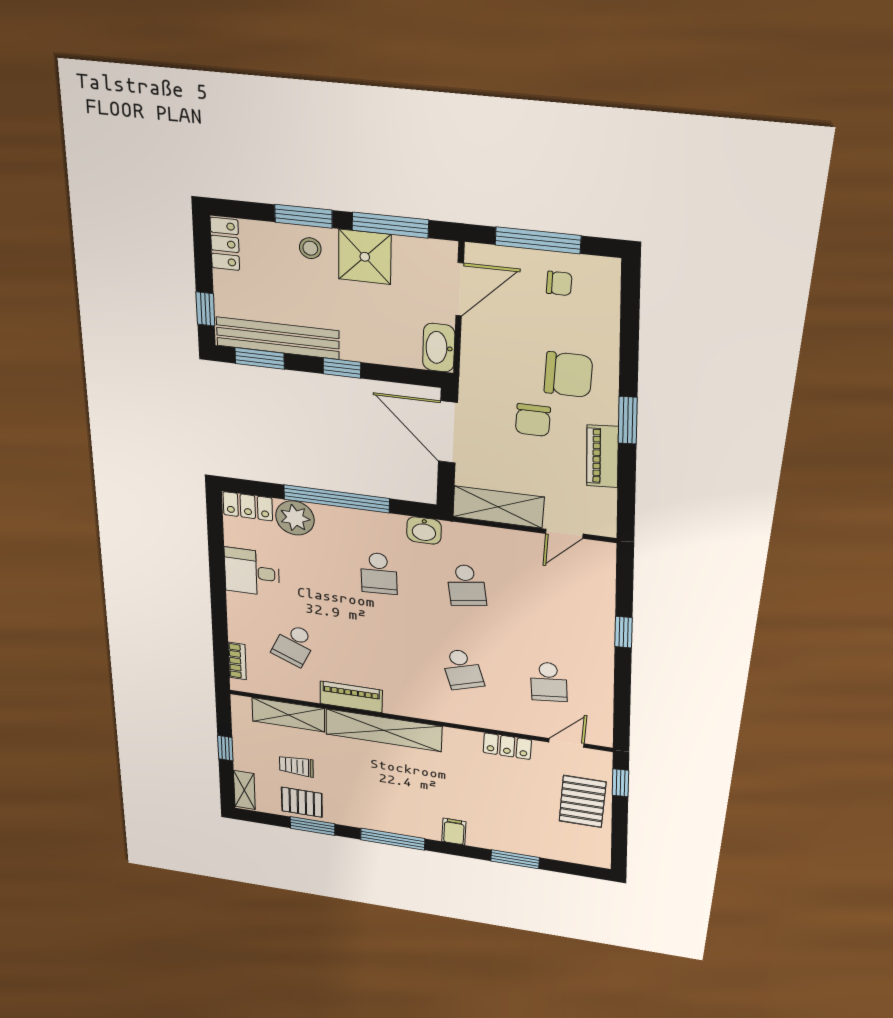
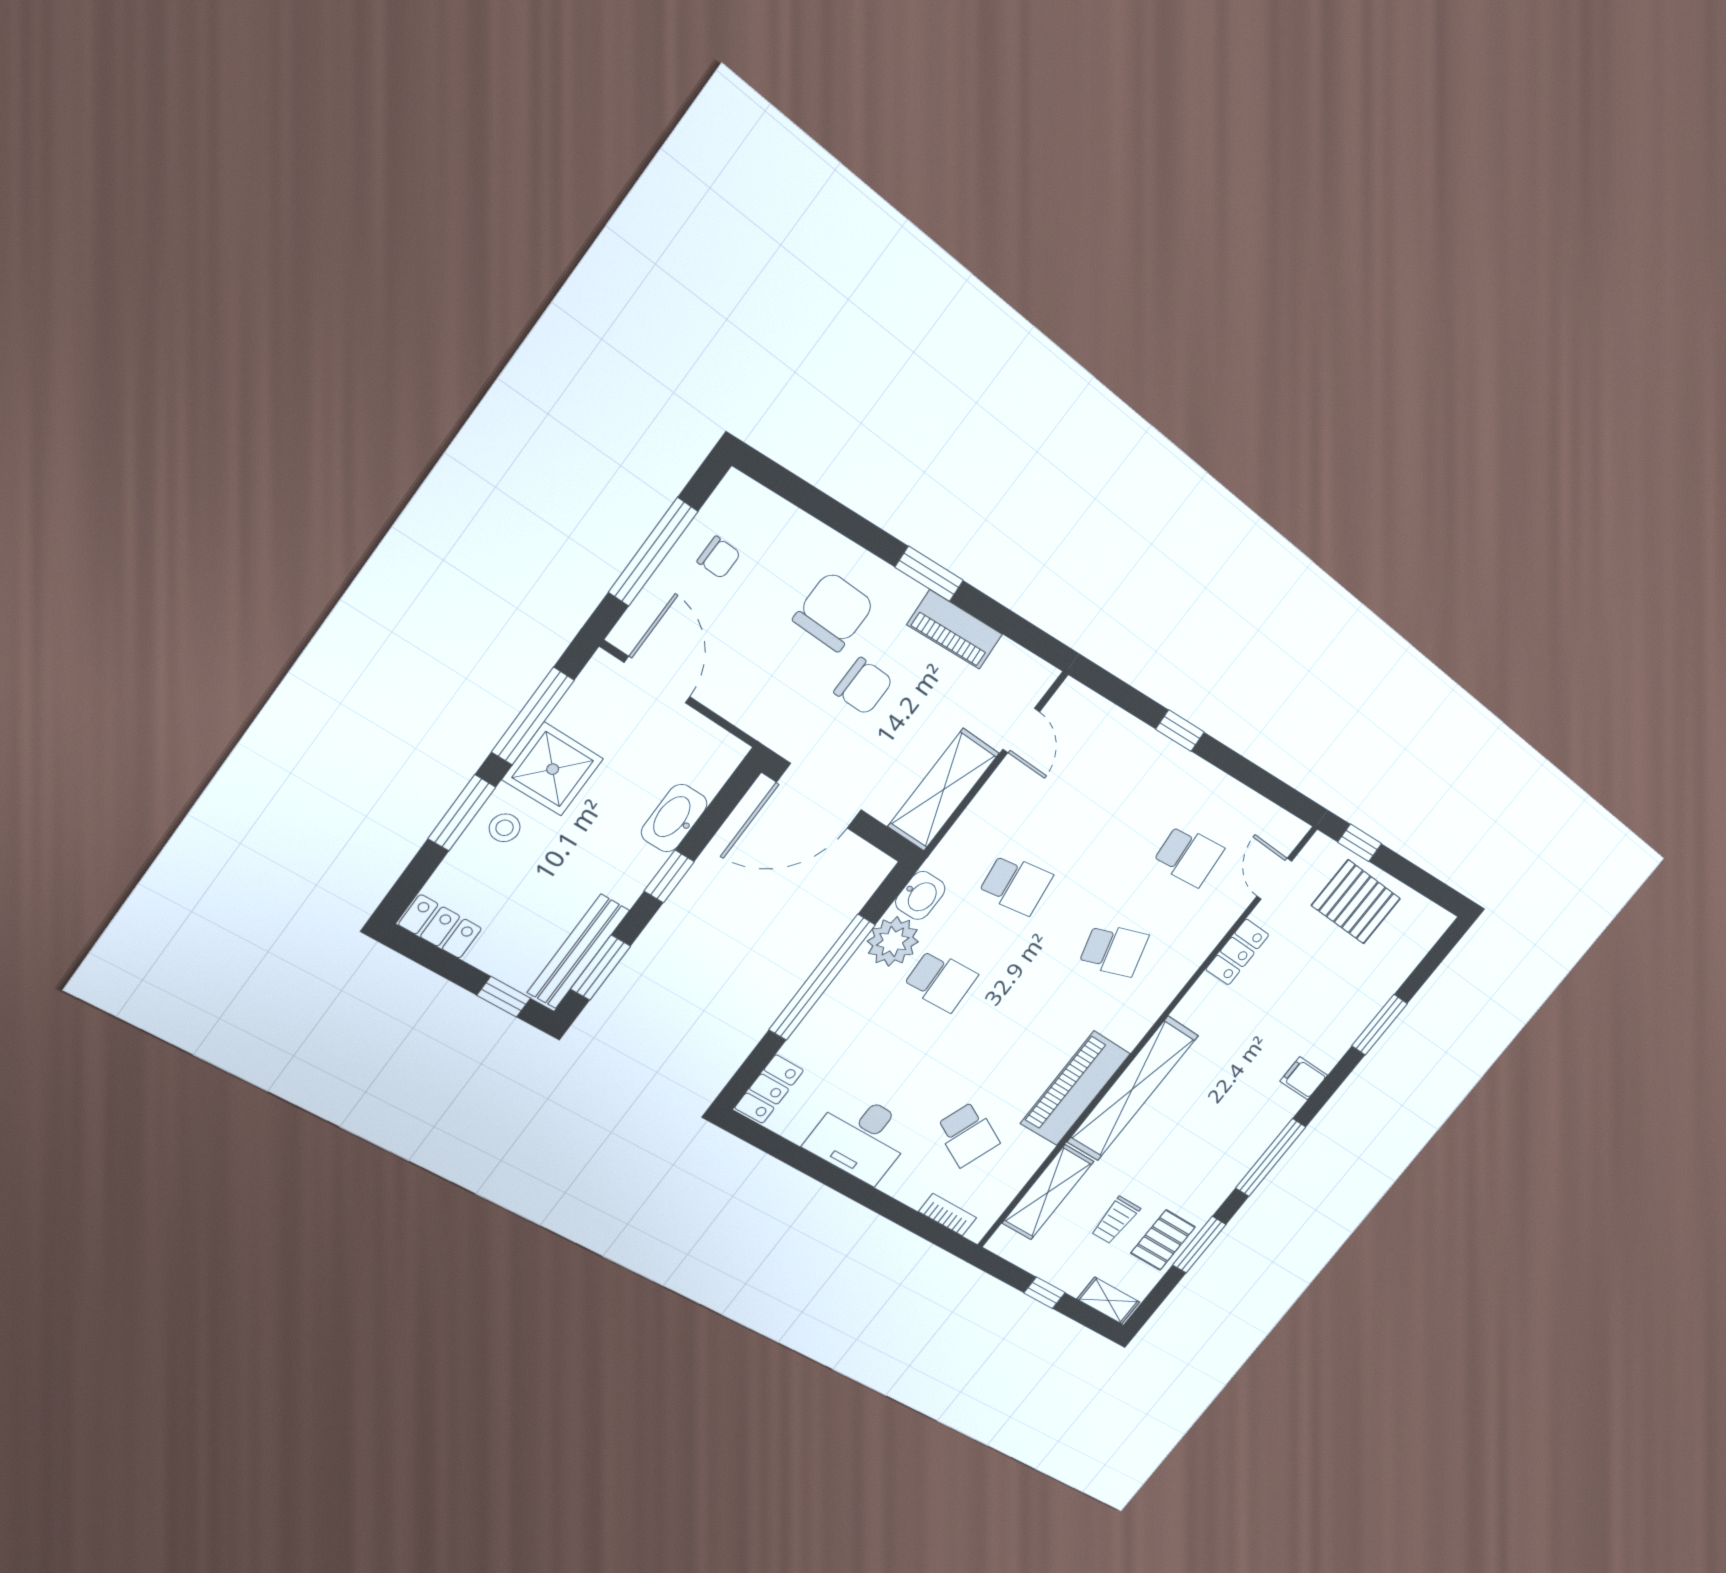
chair: (559, 283) -> (719, 557), turned 90
bench: (278, 338) -> (578, 951), width x0.73, depth x0.82
washbasin: (439, 348) -> (674, 818), moved, turned 90
plant: (295, 518) -> (893, 942), moved
desk: (252, 572) -> (861, 1138), width x1.37
piano: (351, 697) -> (1075, 1089), width x1.37, depth x1.33

